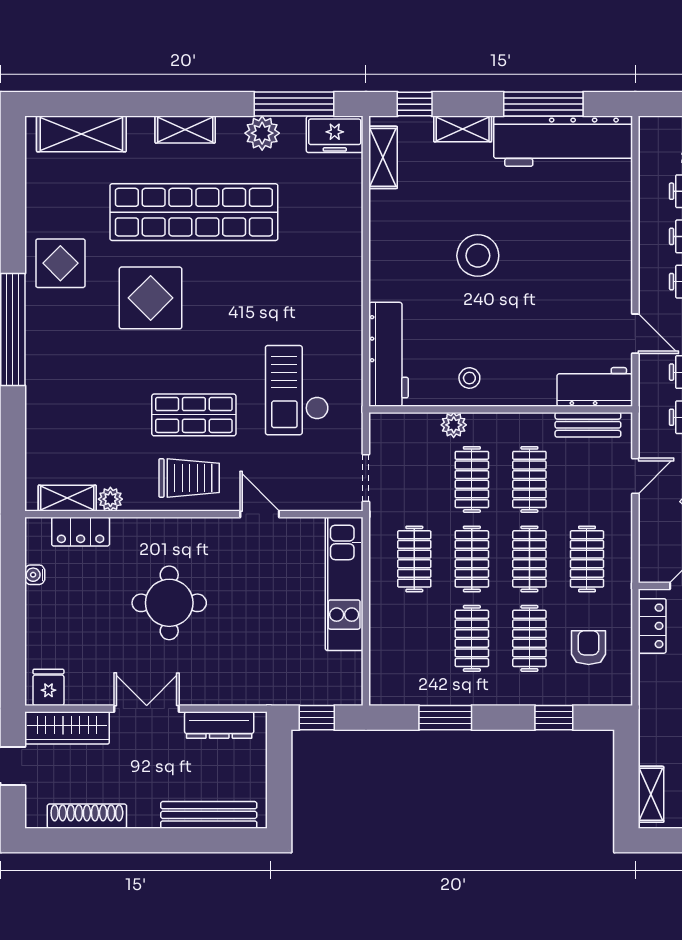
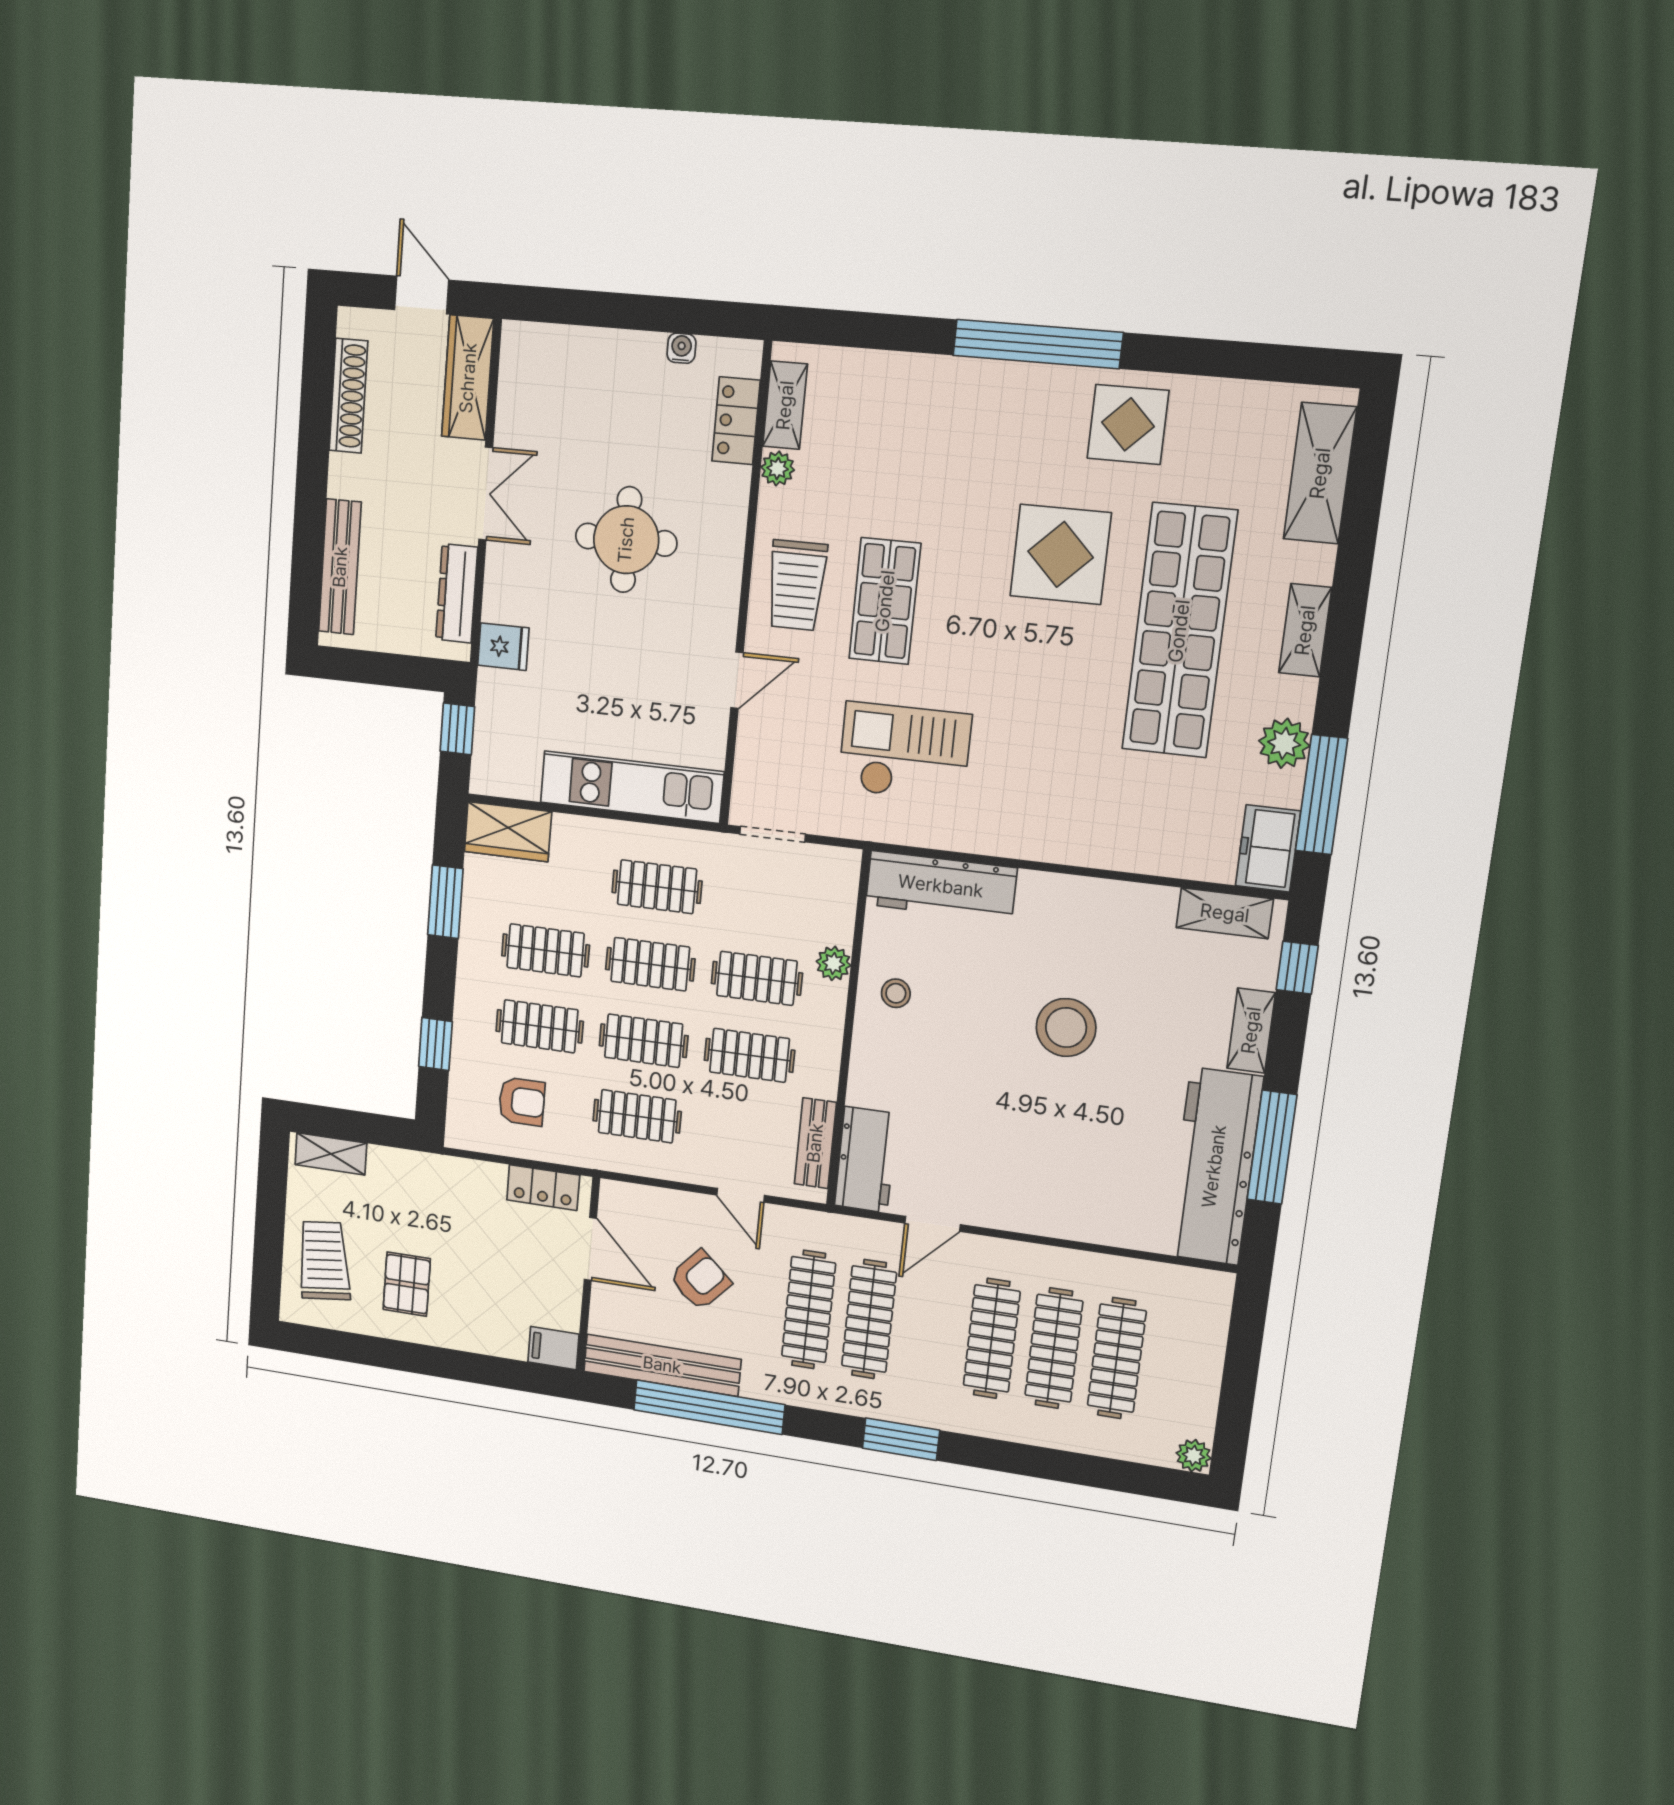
wardrobe: (387, 674) -> (508, 832), added
fridge: (48, 687) -> (503, 647), moved

